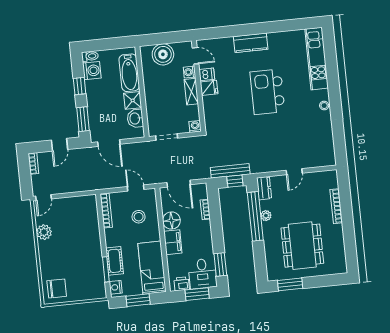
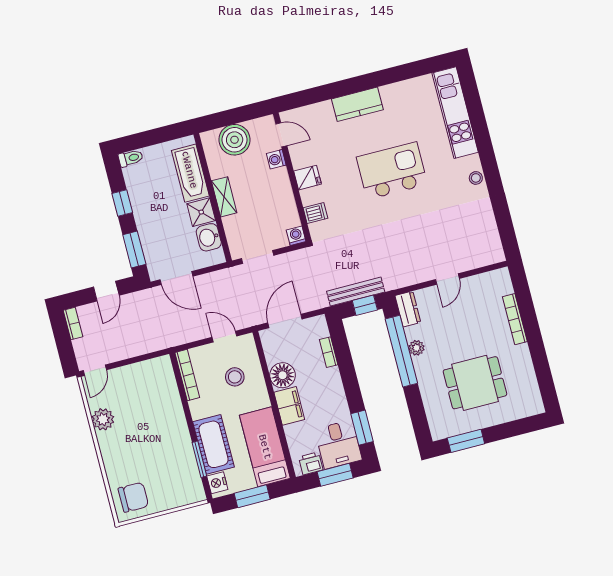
washing machine: (92, 71) -> (136, 178), removed
dishwasher: (207, 74) -> (315, 213), moved
shelving: (191, 92) -> (224, 197), moved
kitchen island: (267, 92) -> (392, 171), turned 90
door: (179, 184) -> (285, 321), swing flipped
dining table: (302, 246) -> (475, 383), width x0.73
cot: (115, 261) -> (214, 444), width x1.37, depth x1.34

